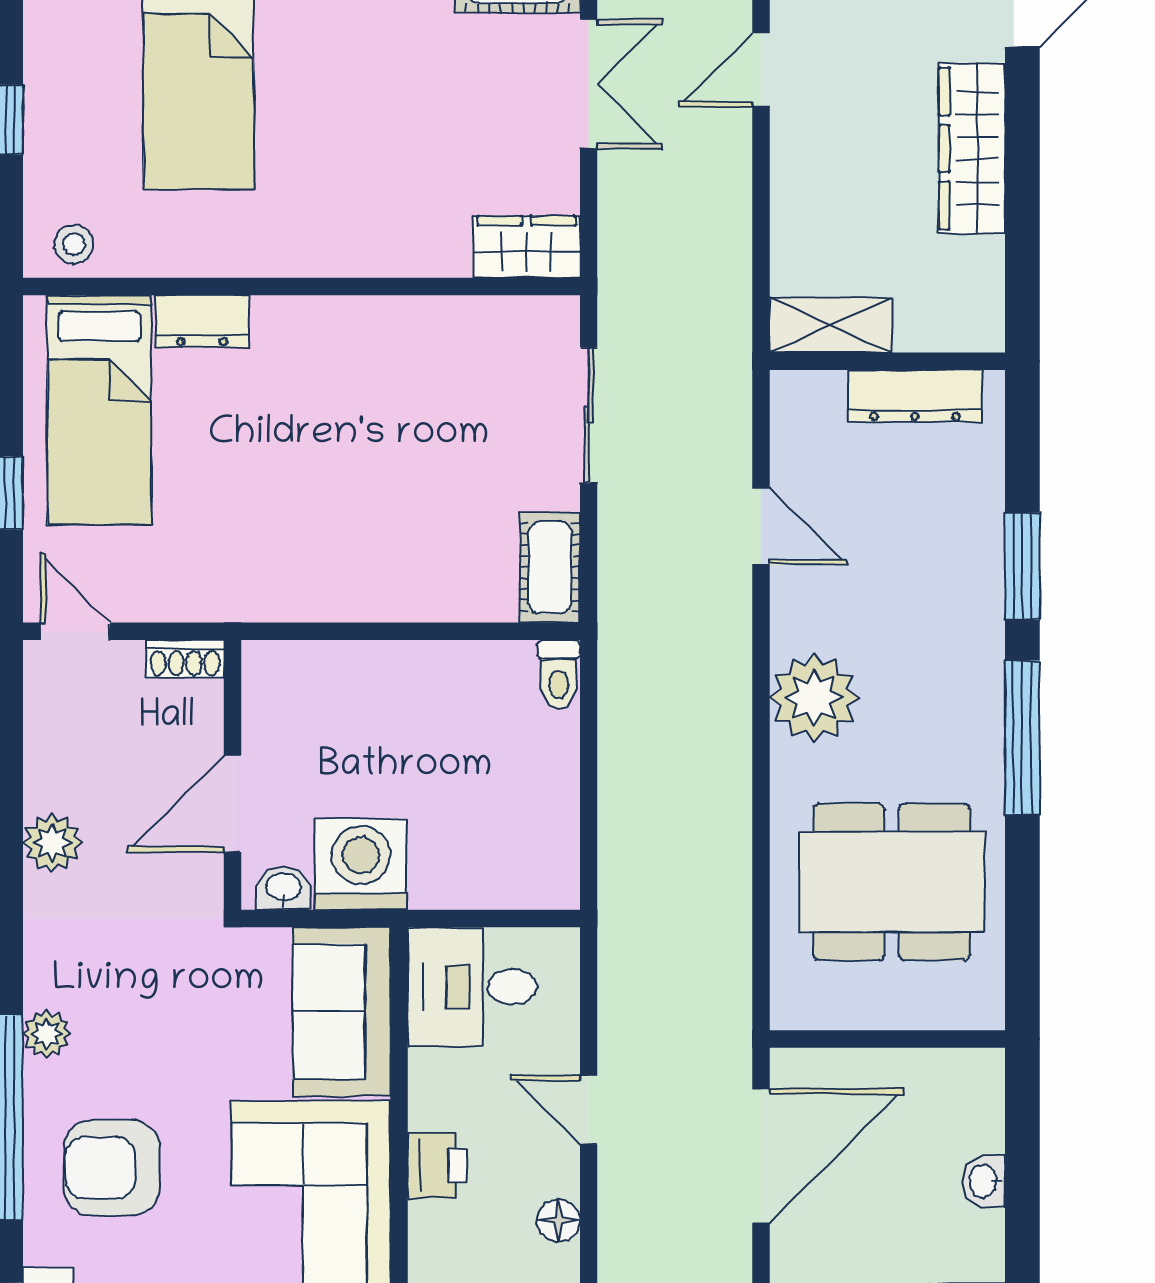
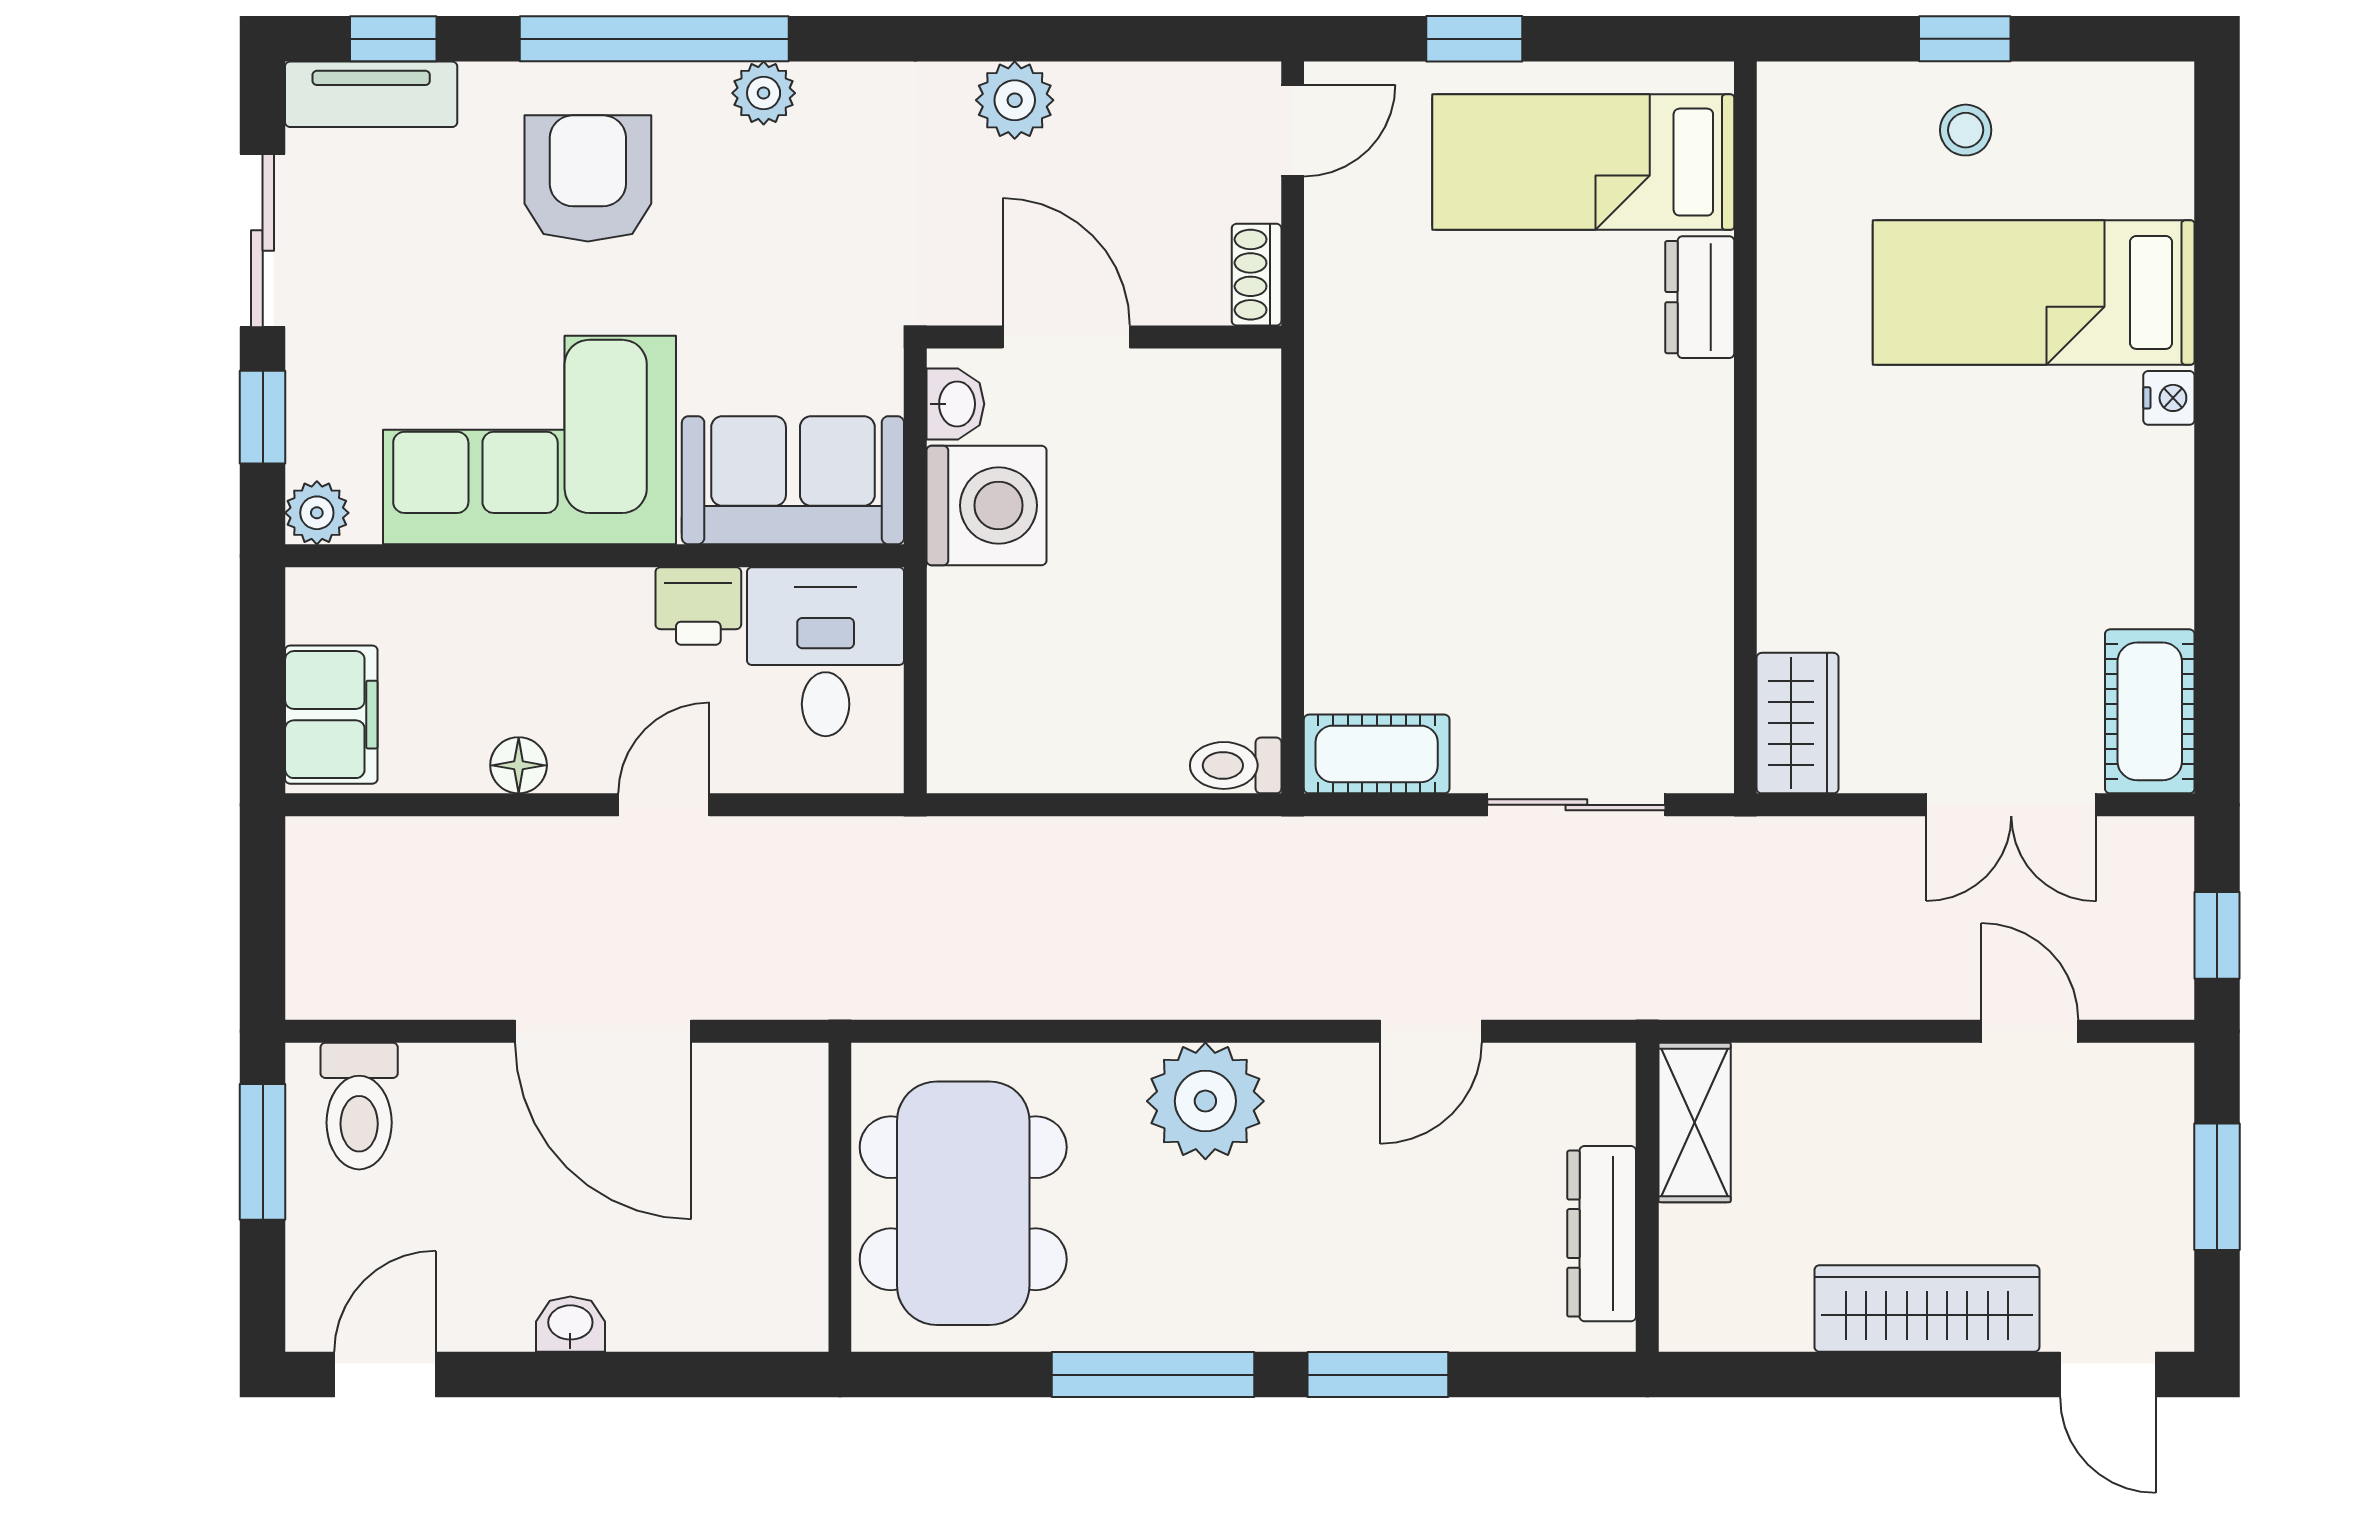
stool: (74, 244) -> (1966, 130), moved
wall: (887, 1039) -> (840, 1197), moved
printer: (437, 1166) -> (698, 606), moved

